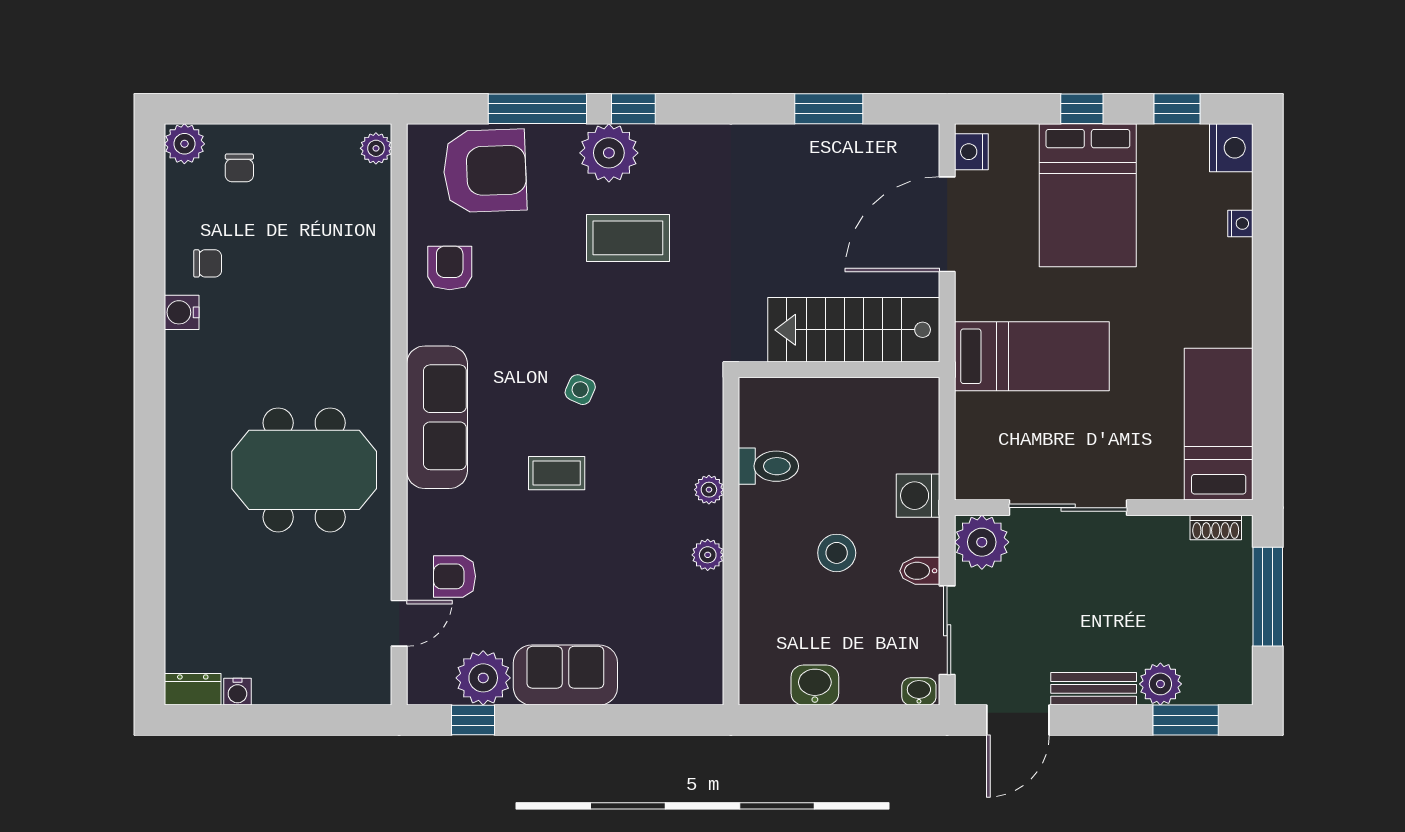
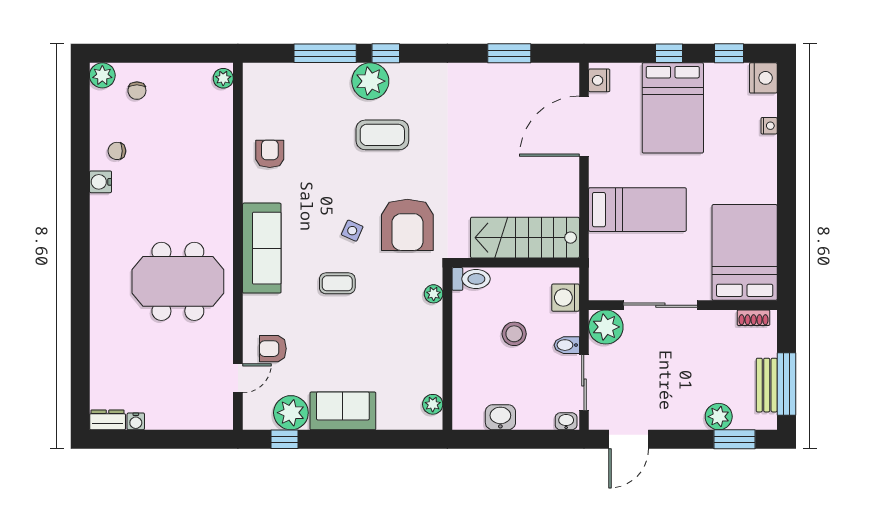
armchair: (485, 171) -> (407, 225), moved, turned 92
chair: (208, 263) -> (117, 151), turned 180
stairs: (854, 330) -> (525, 238), moved
wall: (839, 370) -> (516, 263), moved
bed: (1219, 424) -> (745, 252), width x1.50
plant: (708, 555) -> (433, 404), moved
window: (1268, 597) -> (786, 384), moved
bench: (1094, 689) -> (767, 385), moved, turned 90

